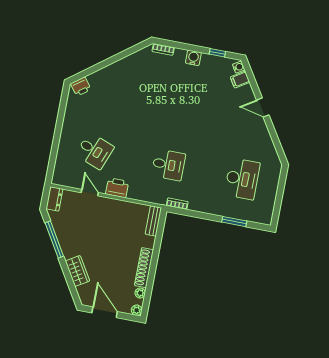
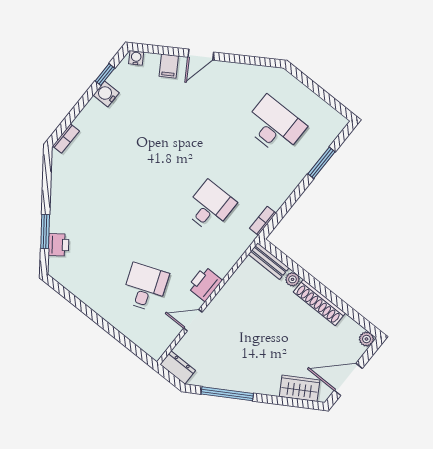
water cooler: (193, 58) -> (106, 94), moved
window: (96, 68) -> (45, 231), added
filing cabinet: (240, 80) -> (169, 66), moved
printer: (81, 87) -> (58, 245), moved
desk: (95, 151) -> (145, 287), turned -42
wardrobe: (77, 271) -> (300, 388), moved
plant: (140, 293) -> (293, 279), moved

